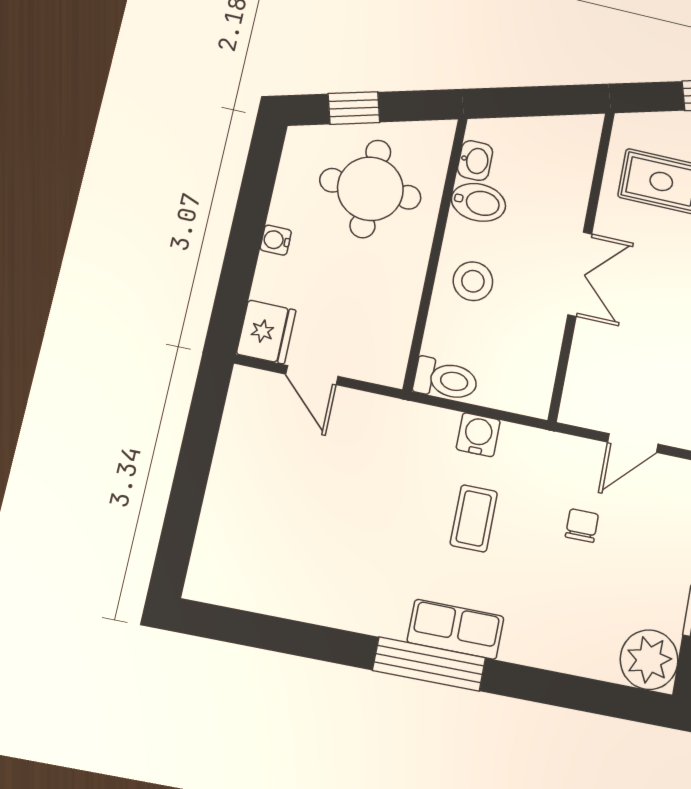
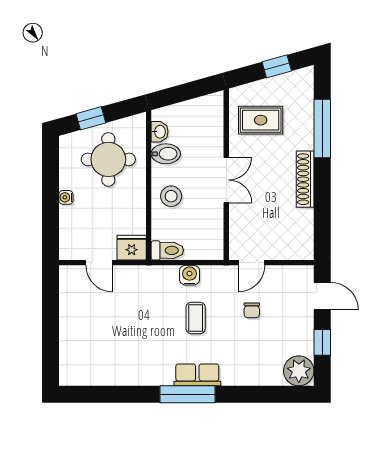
fridge: (266, 332) -> (132, 248), moved, turned -90
door: (633, 443) -> (251, 263), moved
chair: (582, 526) -> (252, 310), turned 180

